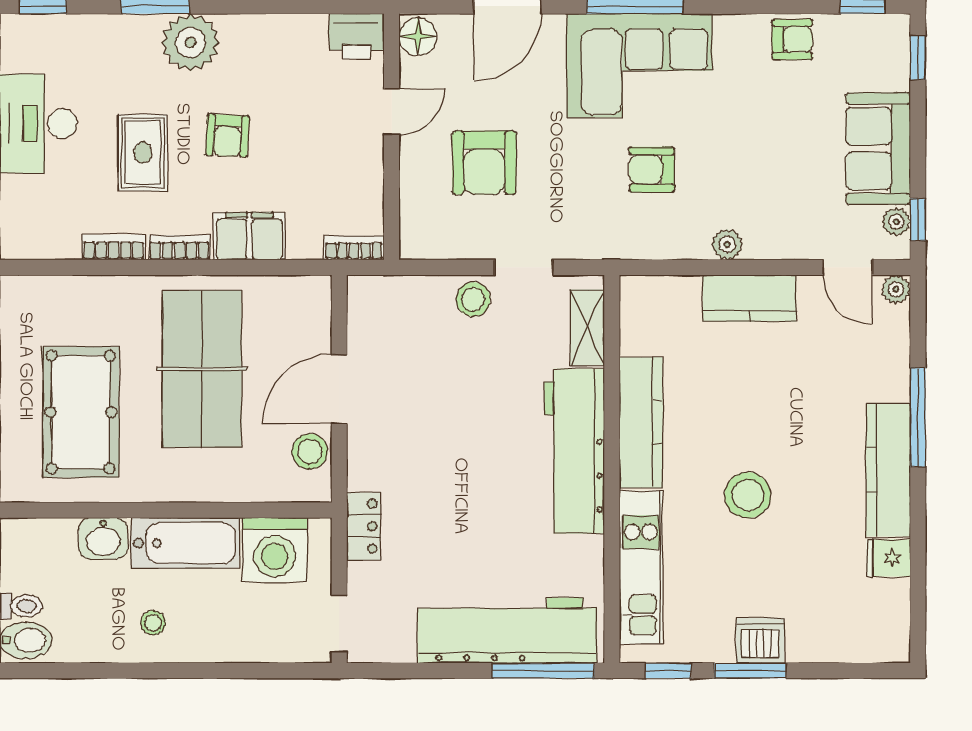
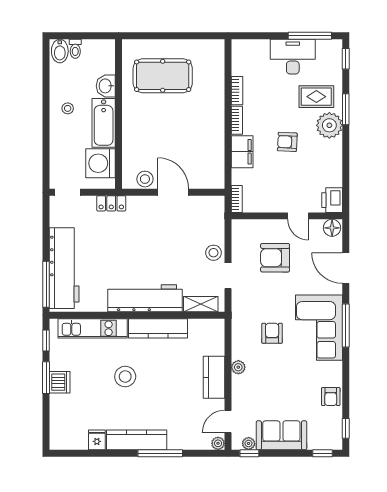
rug: (143, 153) -> (316, 97), moved
table tennis table: (202, 369) -> (182, 130), removed

